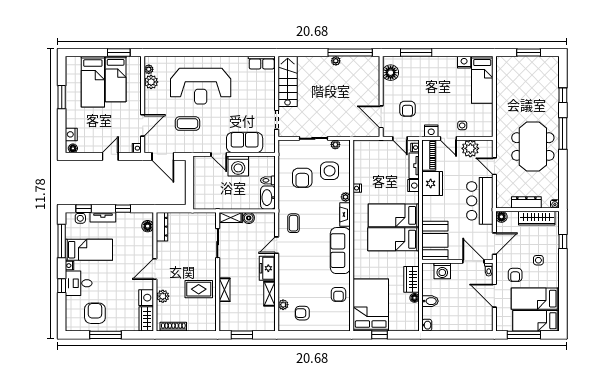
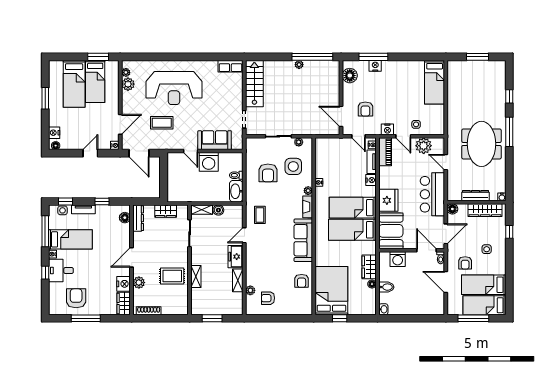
nightstand: (464, 62) -> (375, 66), moved
fridge: (432, 183) -> (388, 200), moved
wardrobe: (192, 219) -> (166, 211), added

